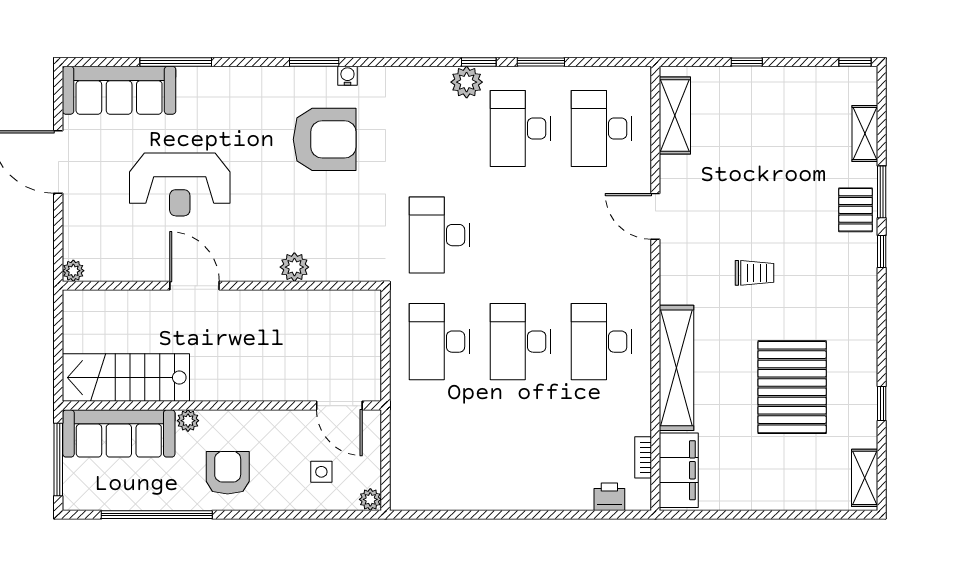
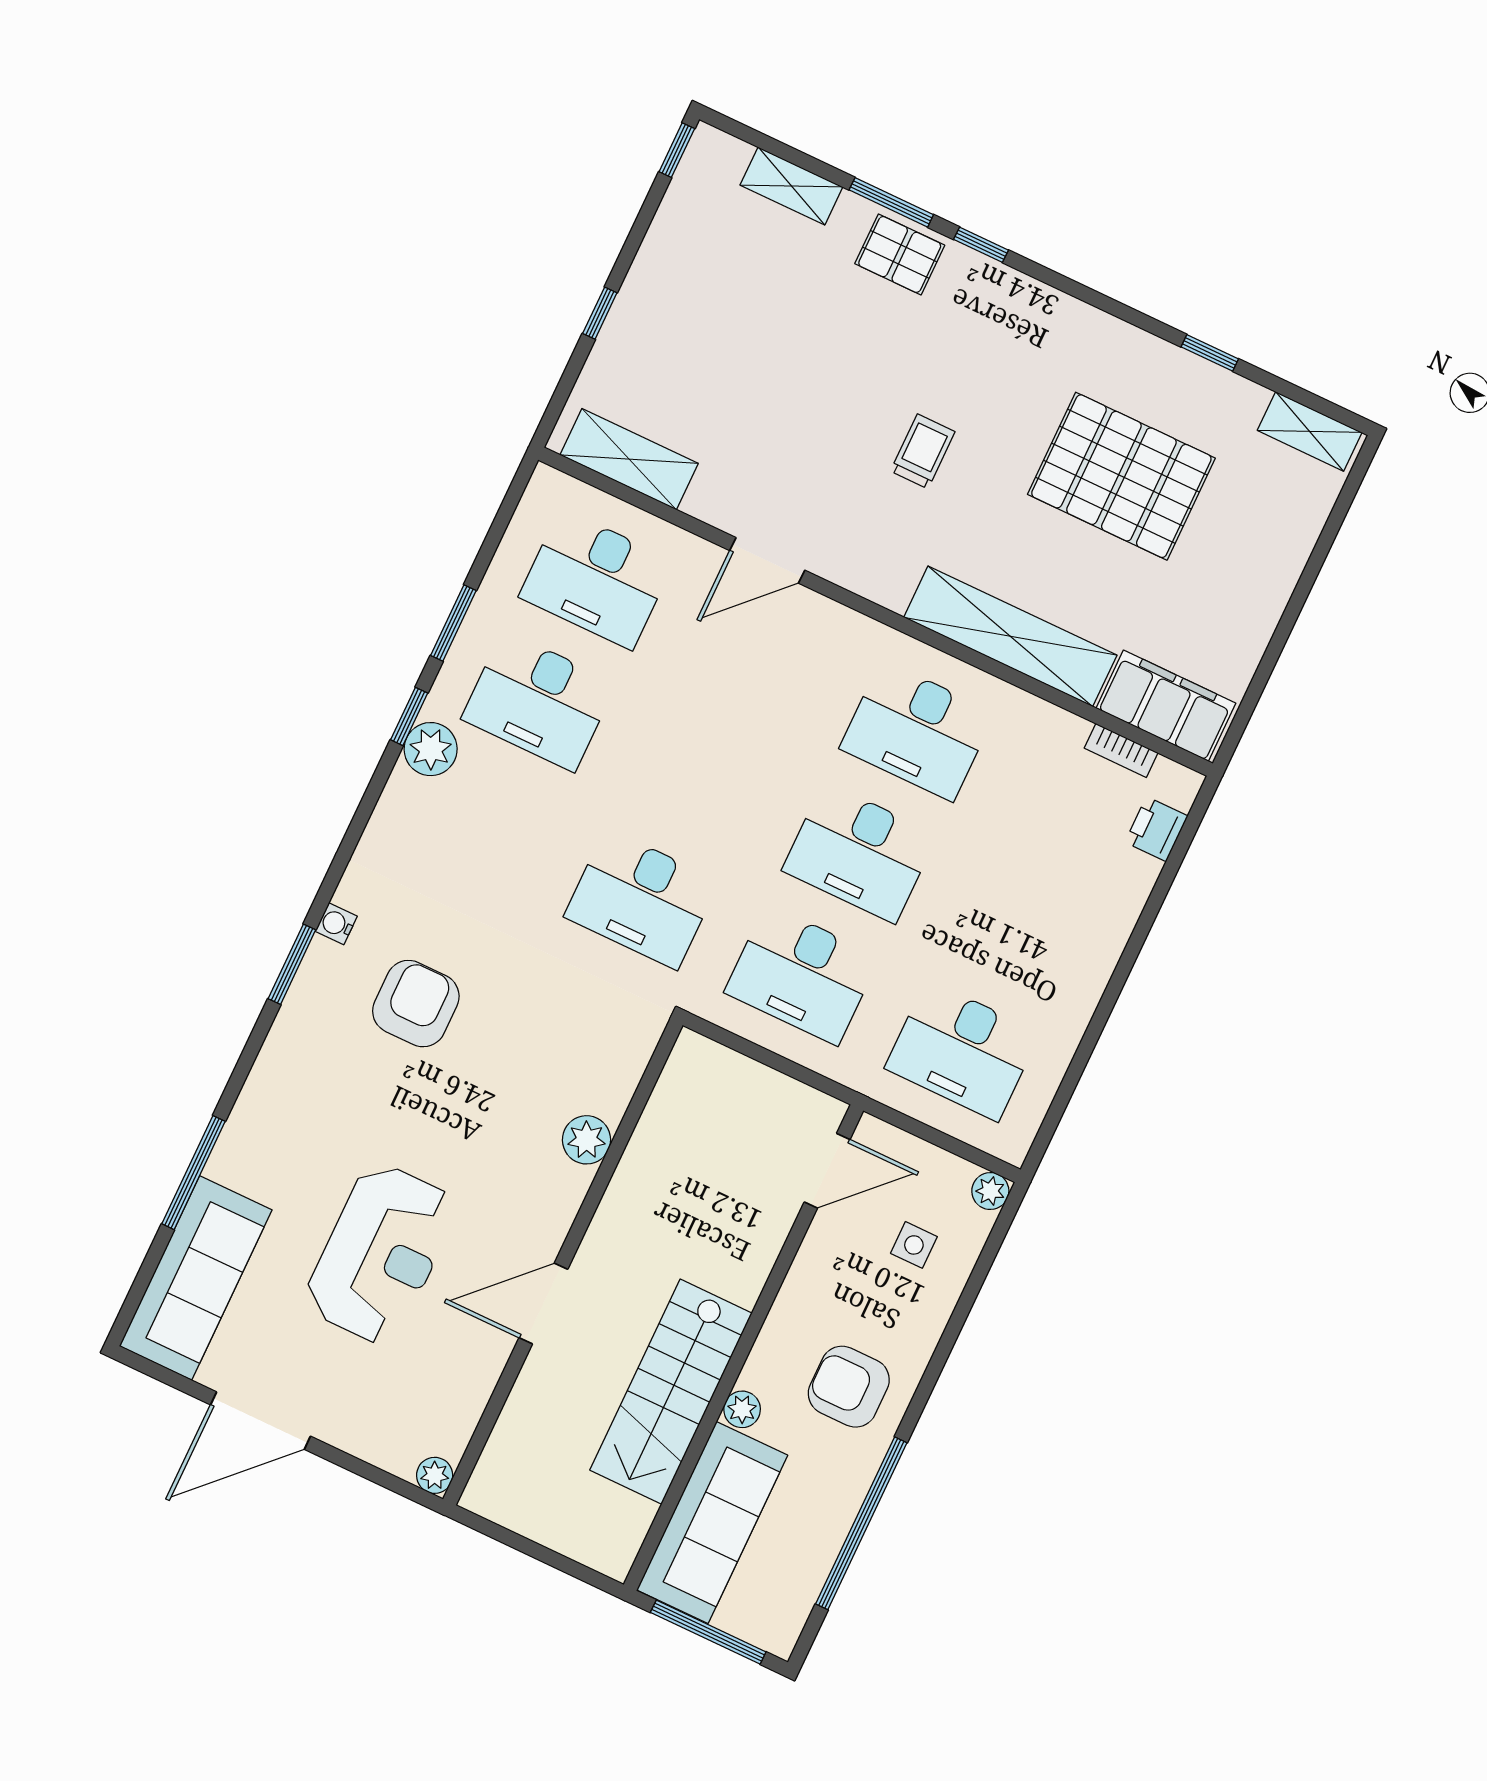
armchair: (325, 139) -> (416, 1004), width x0.73, depth x0.73
stairs: (126, 378) -> (671, 1392), moved
desk: (439, 448) -> (962, 1050), added

